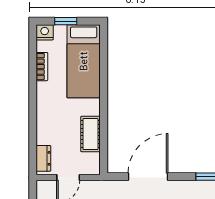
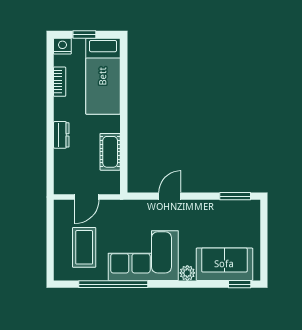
dresser: (43, 158) -> (61, 135), moved
door: (148, 177) -> (170, 196), width x0.53

